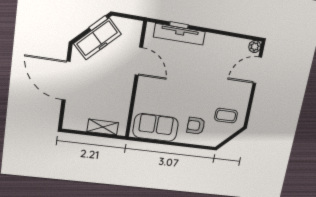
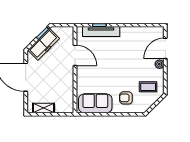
plant: (255, 47) -> (159, 64), moved
shelving: (103, 127) -> (43, 108), moved

